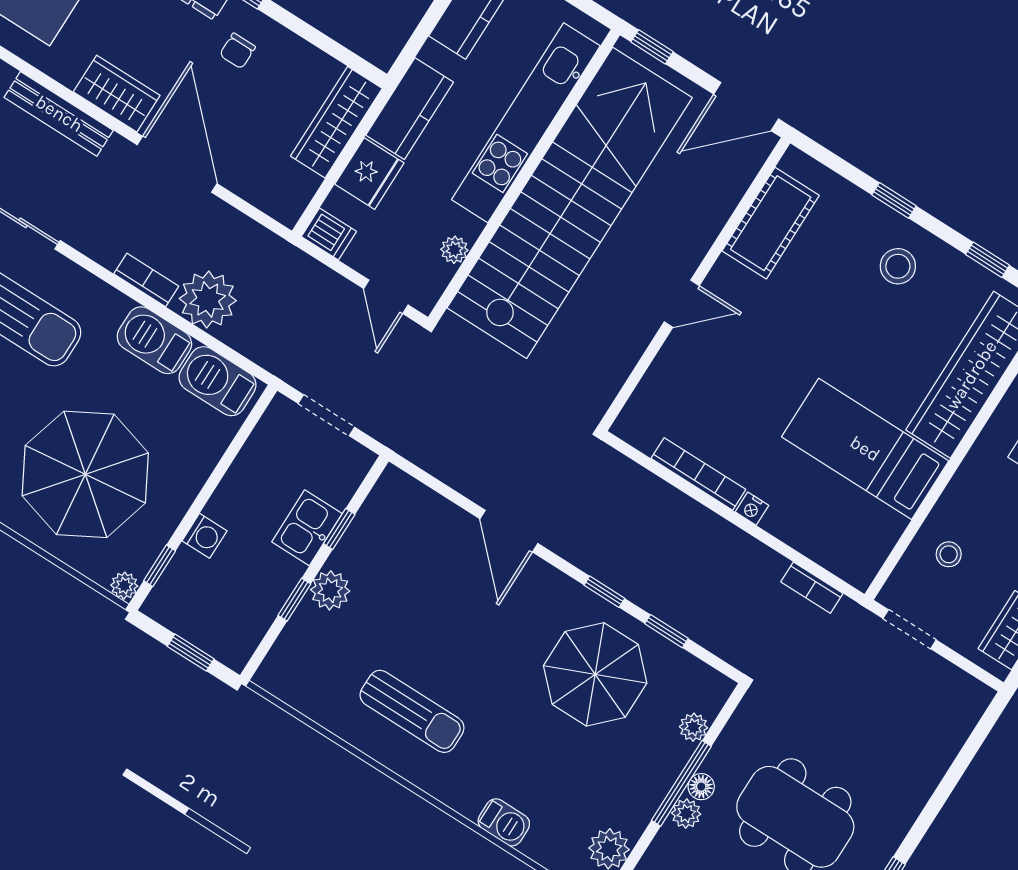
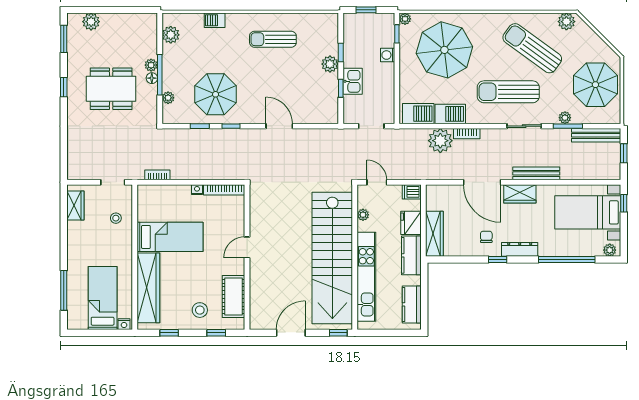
cot: (771, 223) -> (234, 297), moved
wall: (694, 284) -> (247, 257), moved
door: (682, 304) -> (247, 247), moved

